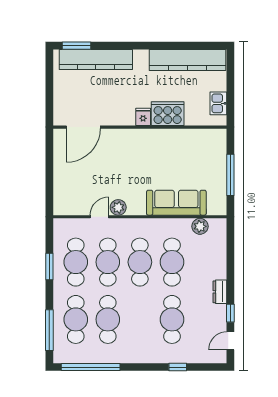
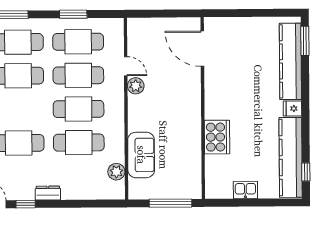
window: (202, 46) -> (306, 172), added
cooker: (168, 114) -> (217, 137), moved
fridge: (143, 117) -> (292, 108), moved, turned 180
door: (83, 127) -> (202, 49), moved
wall: (140, 127) -> (203, 108), moved
sofa: (176, 203) -> (141, 155), width x0.73

